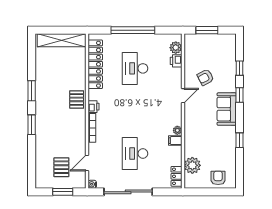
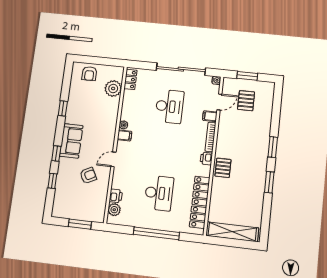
filing cabinet: (175, 141) -> (125, 135), moved
filing cabinet: (95, 148) -> (210, 116), added

